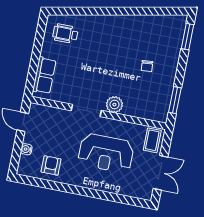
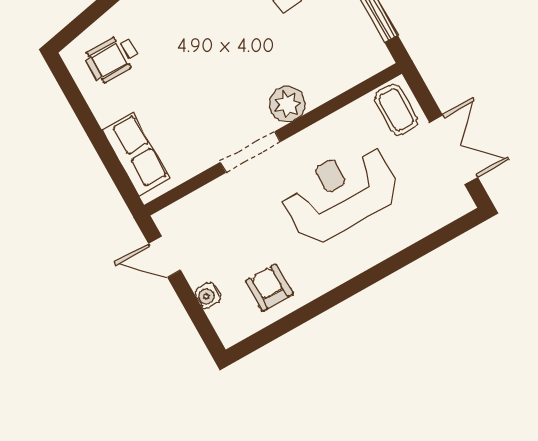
reception desk: (106, 153) -> (340, 193), turned 180

